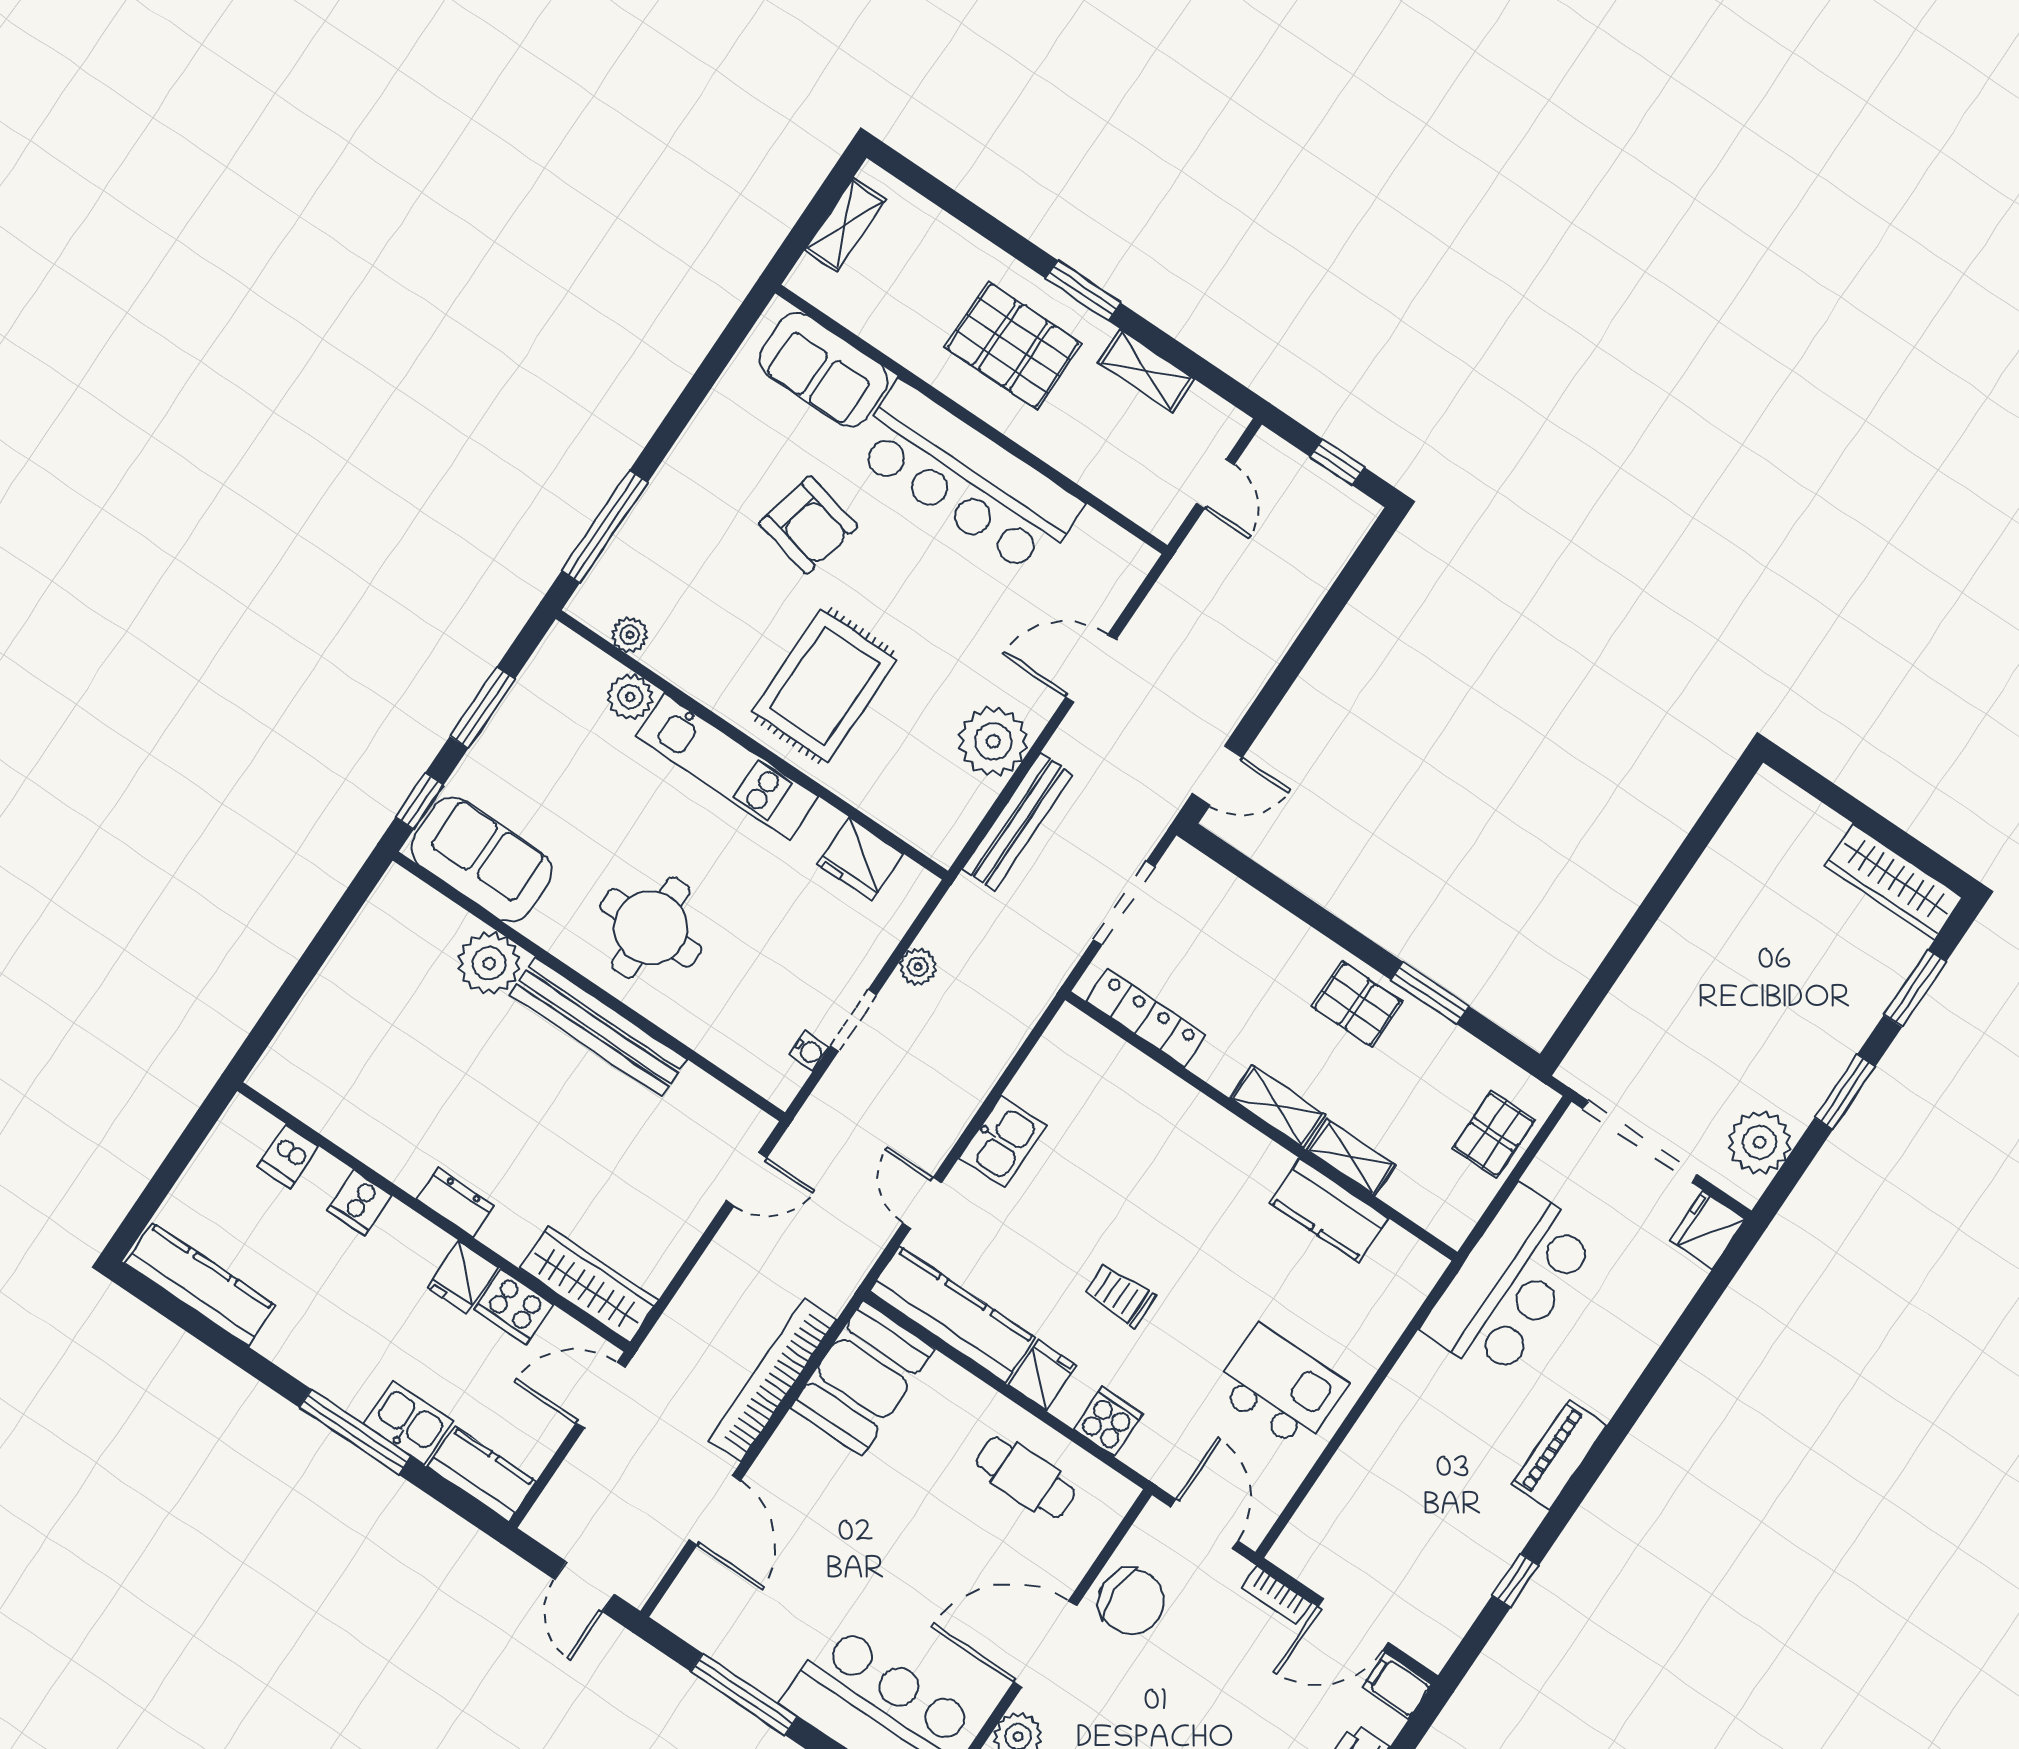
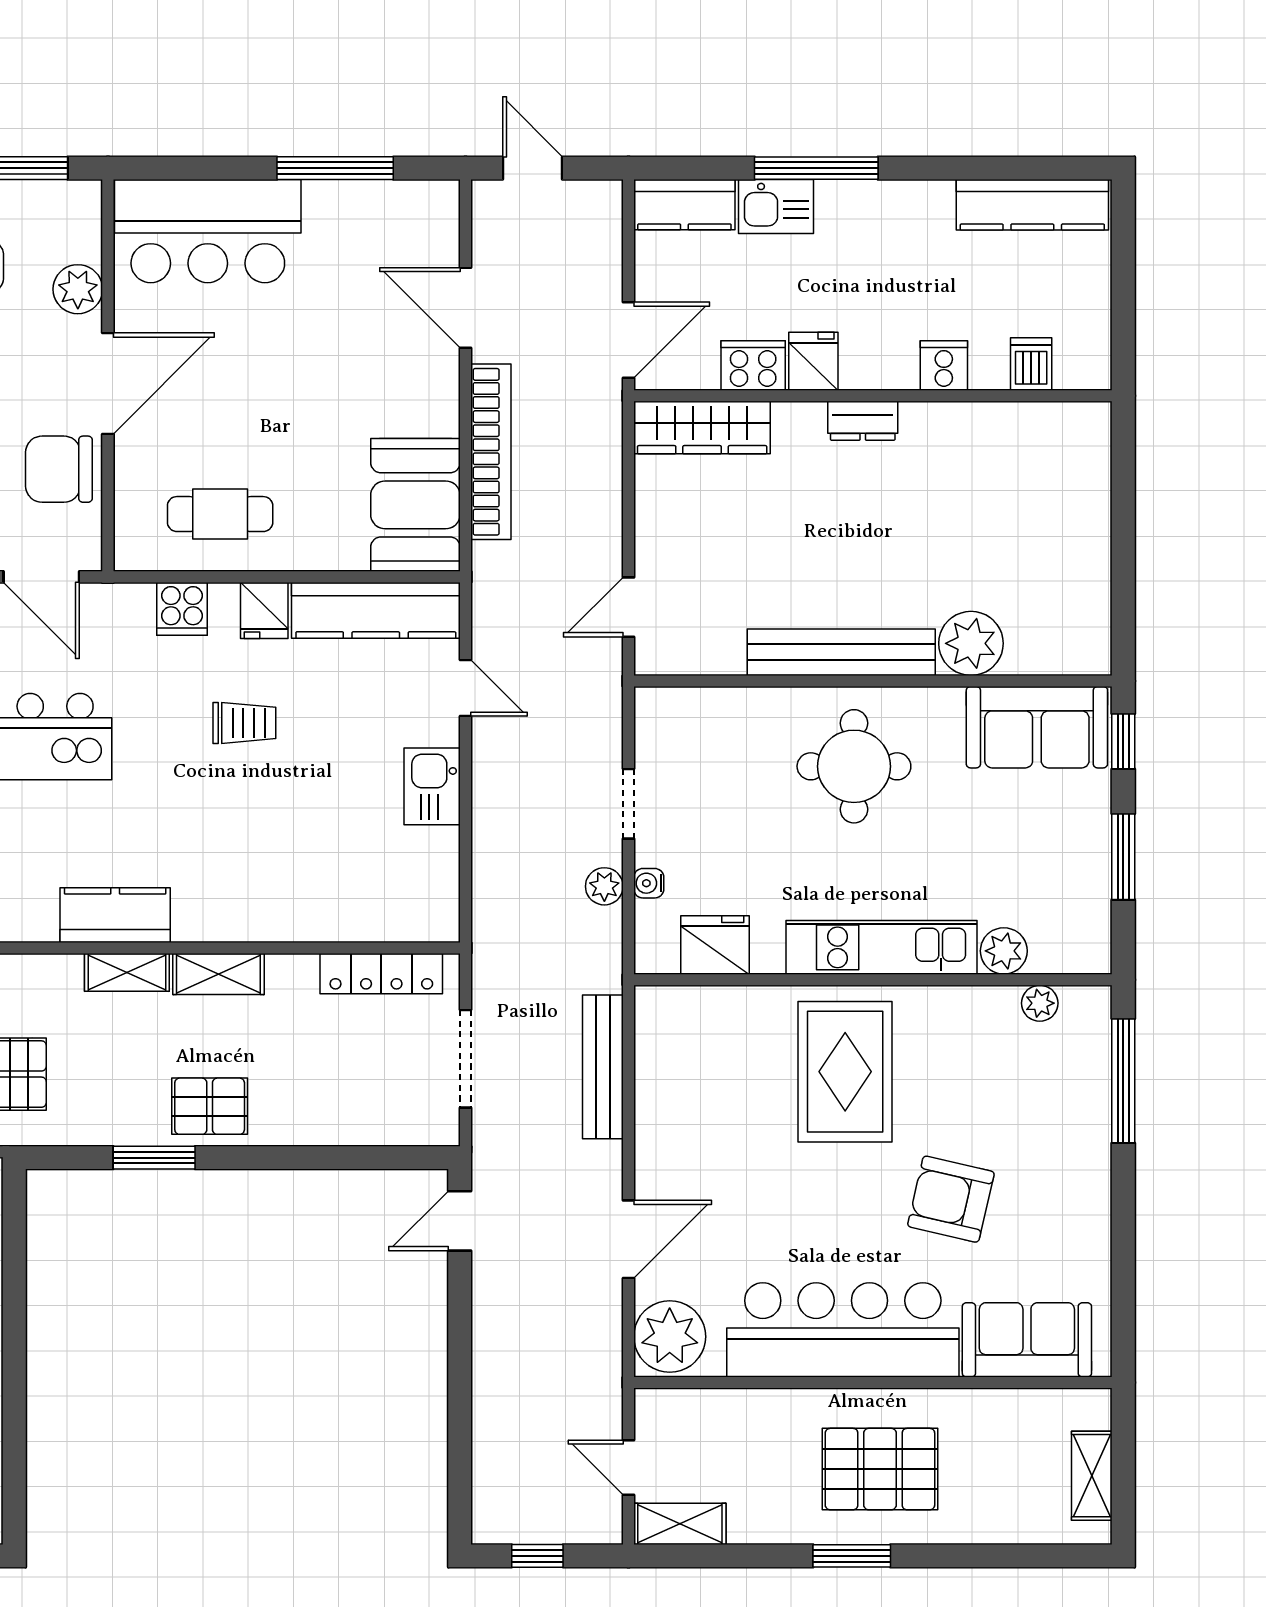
shelving: (1146, 371) -> (680, 1524), moved
plant: (993, 741) -> (670, 1337), moved
water cooler: (809, 1051) -> (649, 883), moved

